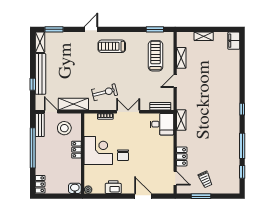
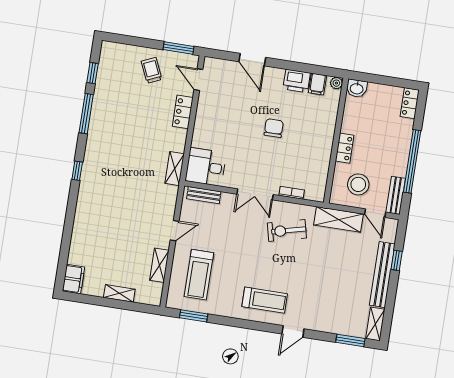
corner desk: (98, 150) -> (311, 142), removed
filing cabinet: (100, 187) -> (318, 84), added
window: (201, 196) -> (178, 48), moved

